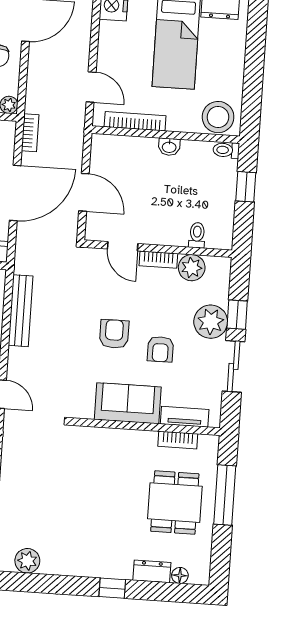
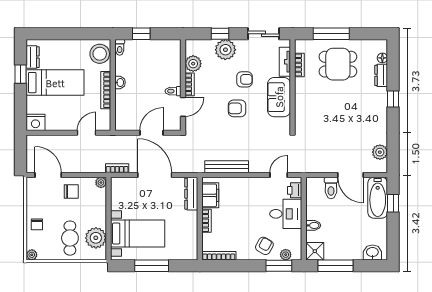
bookcase: (135, 121) -> (106, 90), moved
toilet: (197, 235) -> (173, 91), moved
sliding door: (234, 366) -> (264, 34), moved

